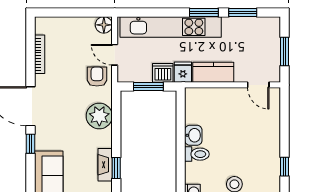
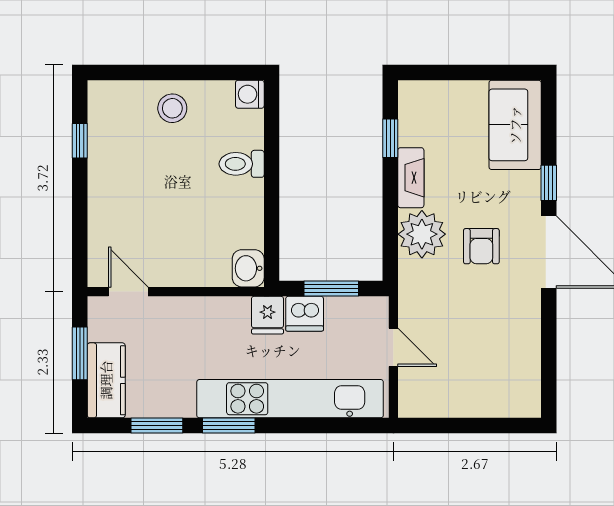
floor lamp: (104, 25) -> (413, 402), removed
bookcase: (40, 54) -> (532, 348), removed
kitchen counter: (213, 72) -> (106, 380), moved, turned -90
armchair: (97, 77) -> (481, 246), moved
washbasin: (193, 135) -> (248, 268), moved
fireplace: (105, 165) -> (411, 178), moved

